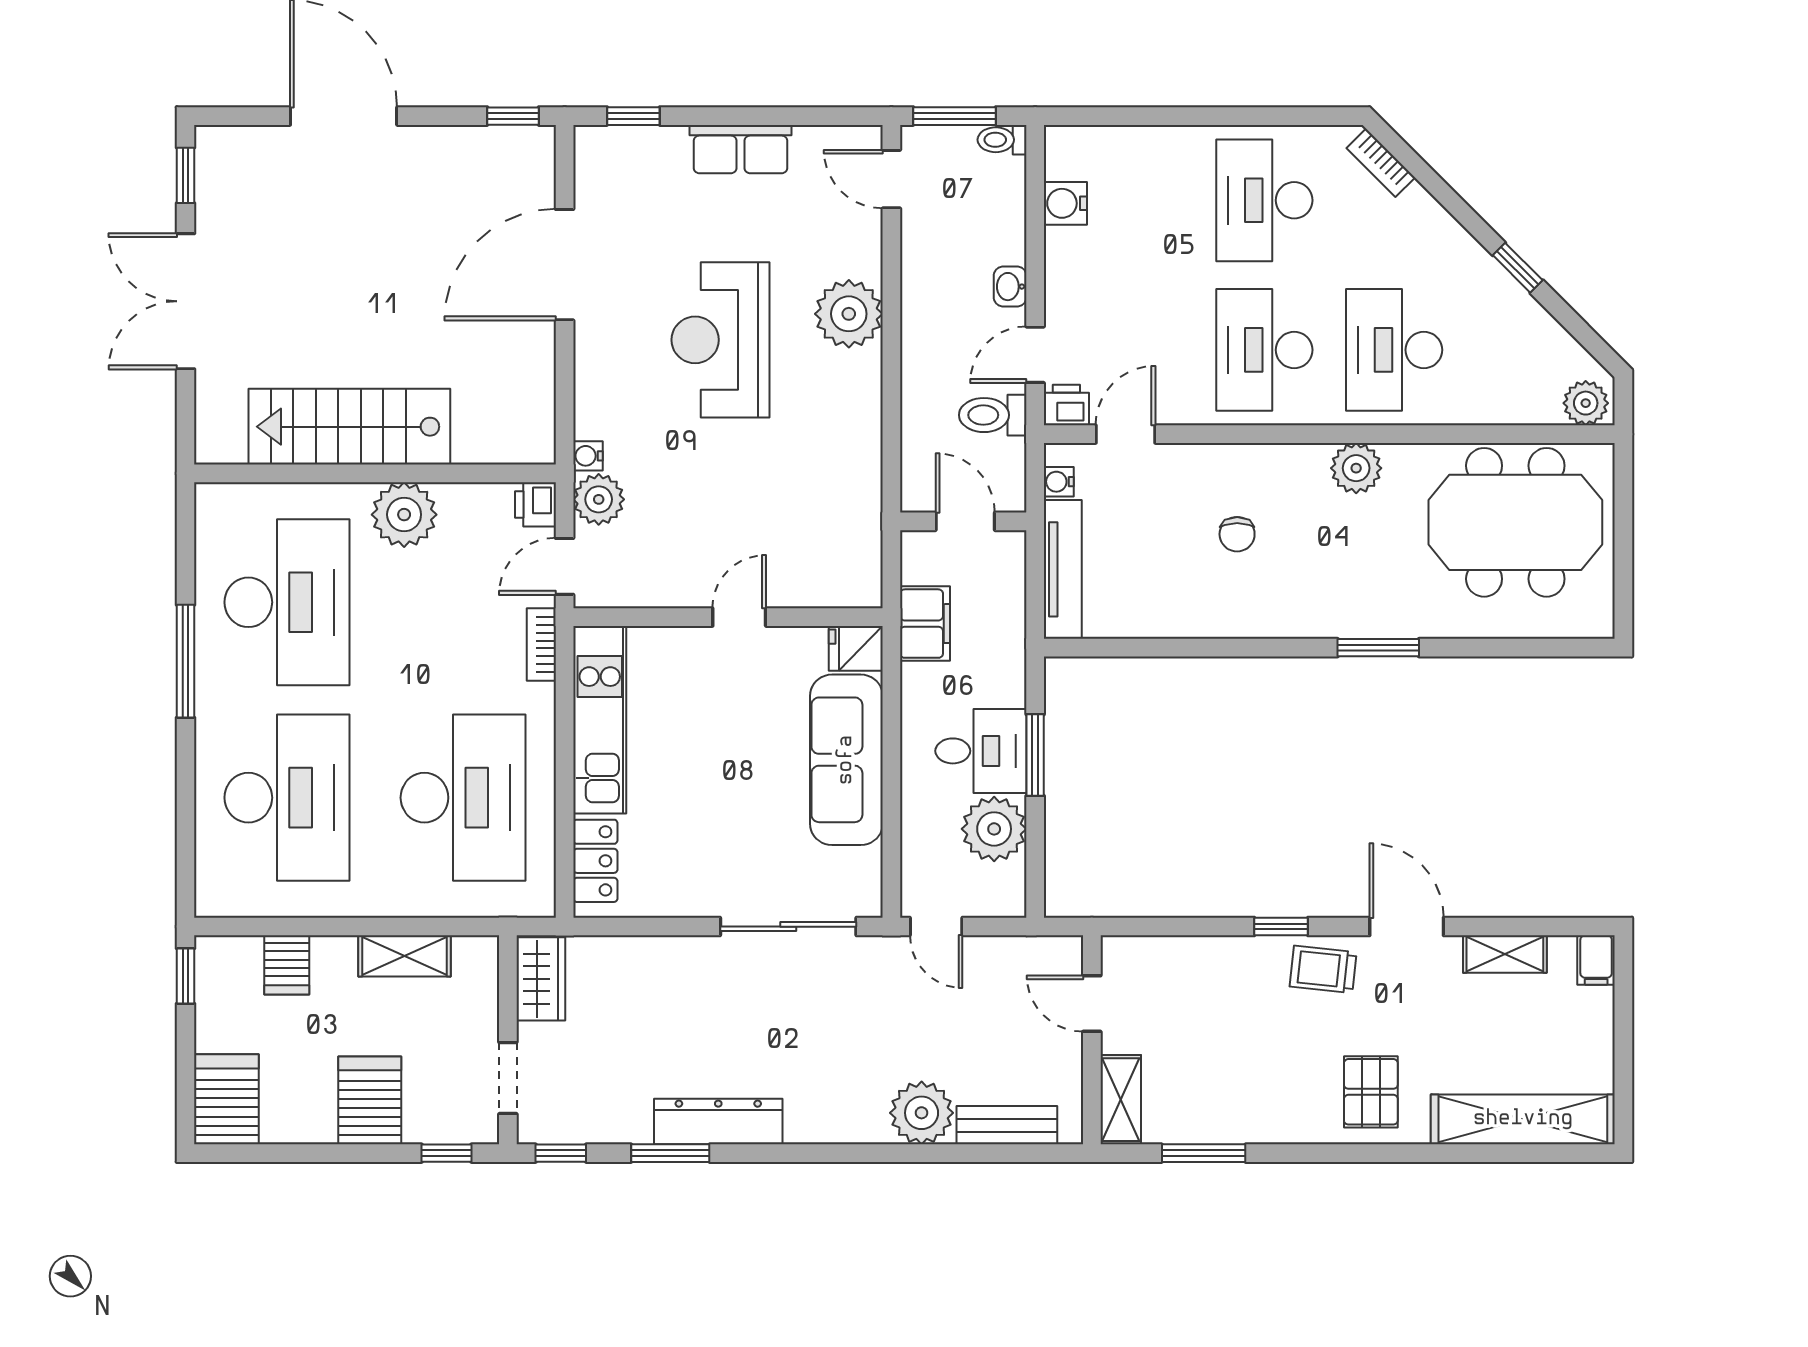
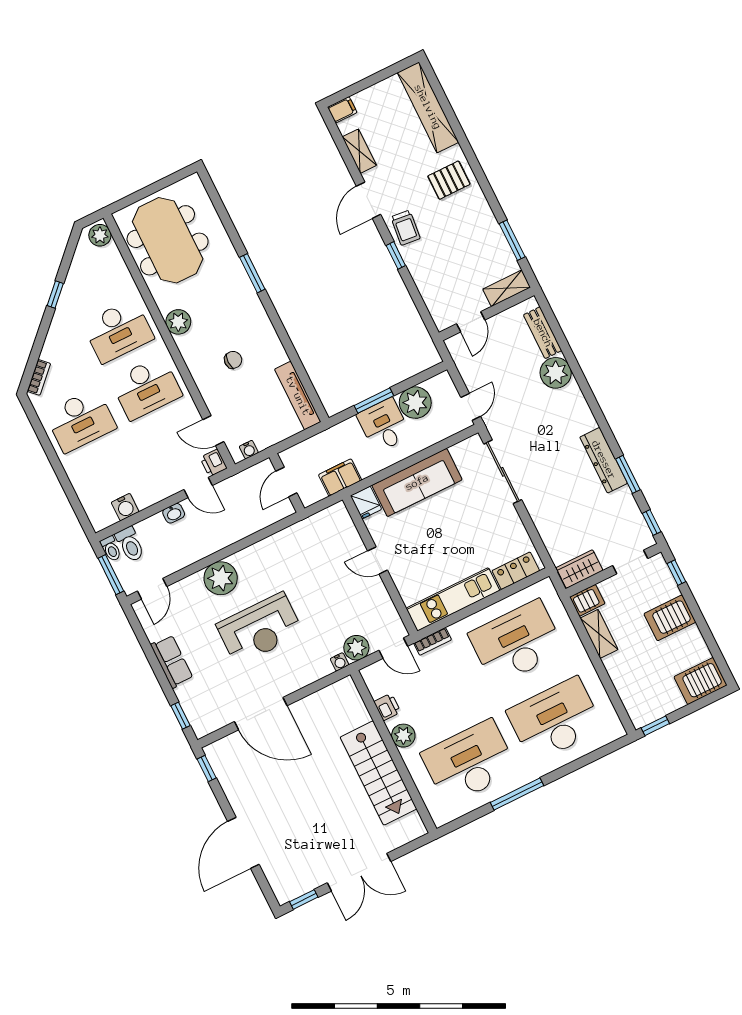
toilet: (993, 415) -> (130, 544), moved
printer: (536, 504) -> (387, 707), moved, turned -90
plant: (404, 515) -> (403, 736), width x0.73, depth x0.73
tv unit: (1063, 569) -> (298, 396), moved, turned -90
server rack: (287, 965) -> (587, 600), moved

